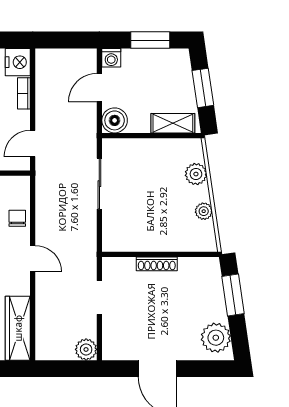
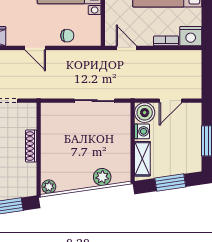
washing machine: (111, 58) -> (142, 131), moved, turned 180
door: (99, 88) -> (171, 101), swing flipped
plant: (204, 211) -> (49, 187), moved
door: (33, 259) -> (35, 48), hinge flipped

